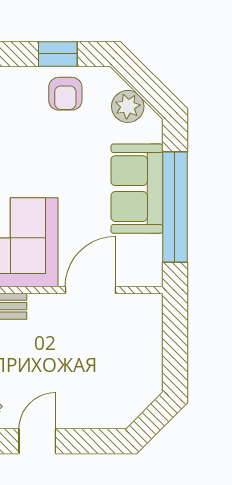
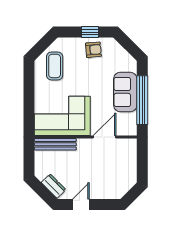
armchair: (65, 94) -> (93, 50), turned -95
plant: (128, 106) -> (121, 55), removed

